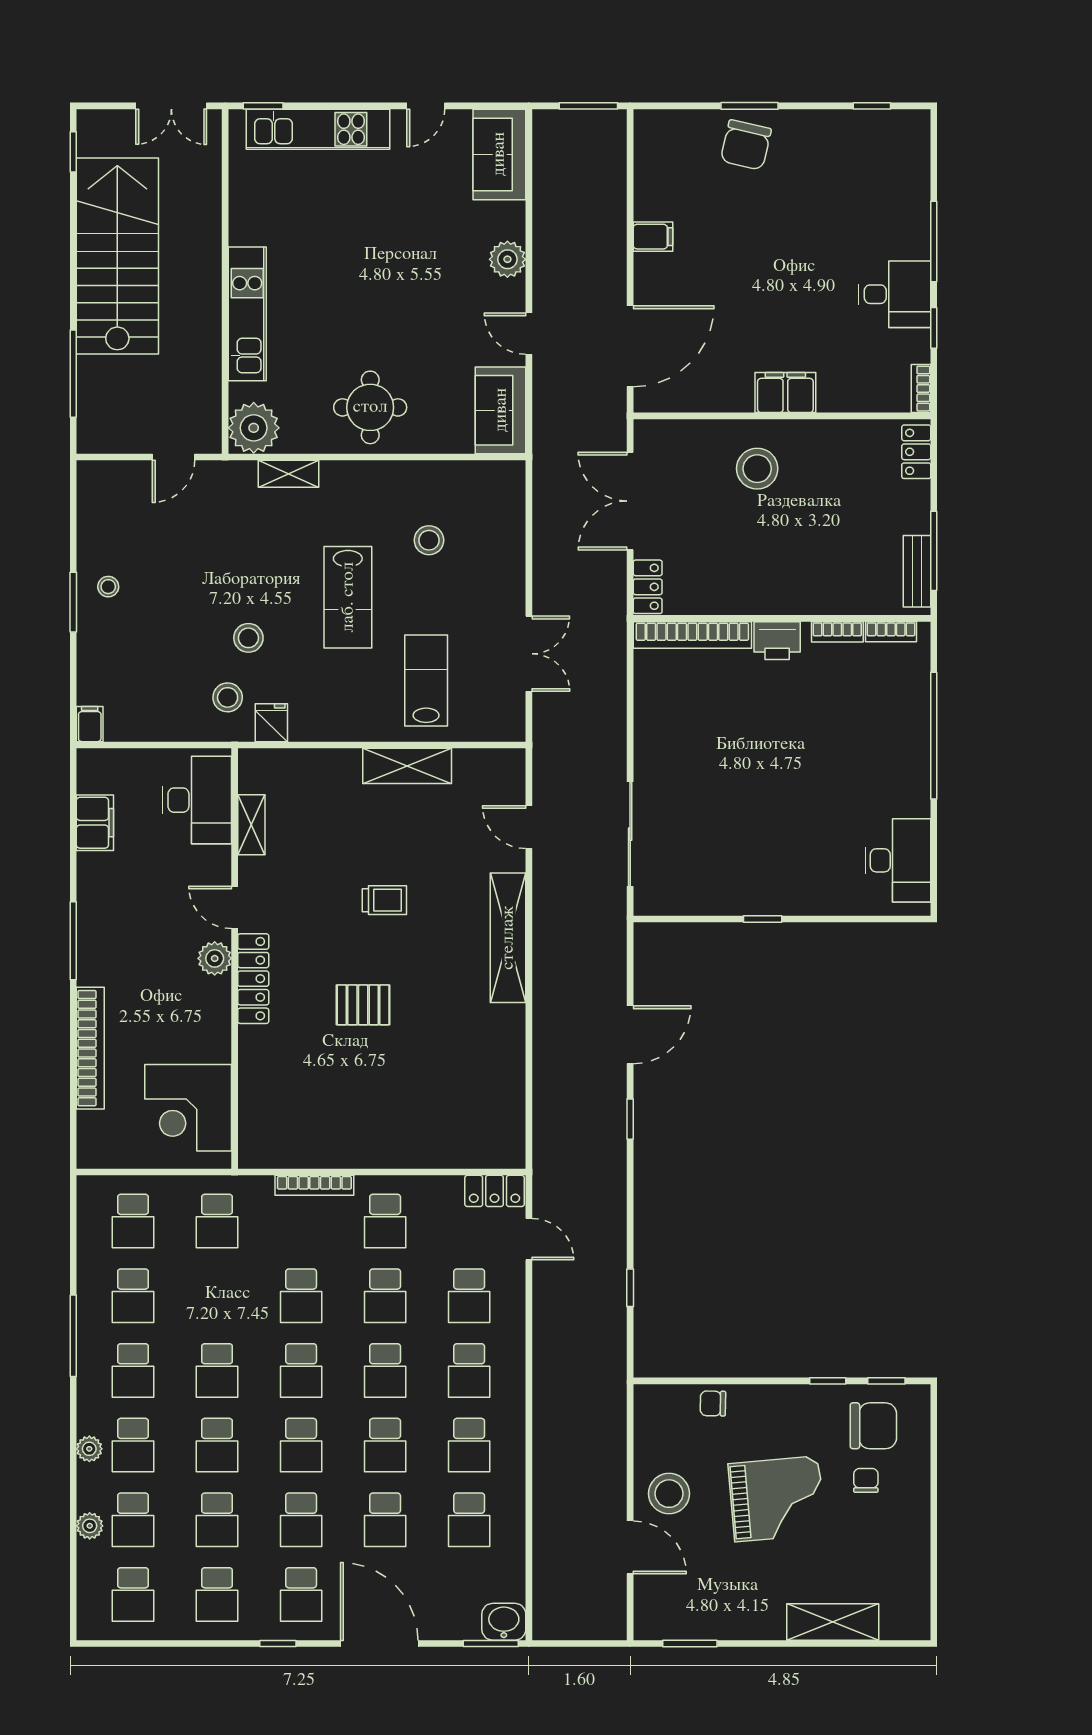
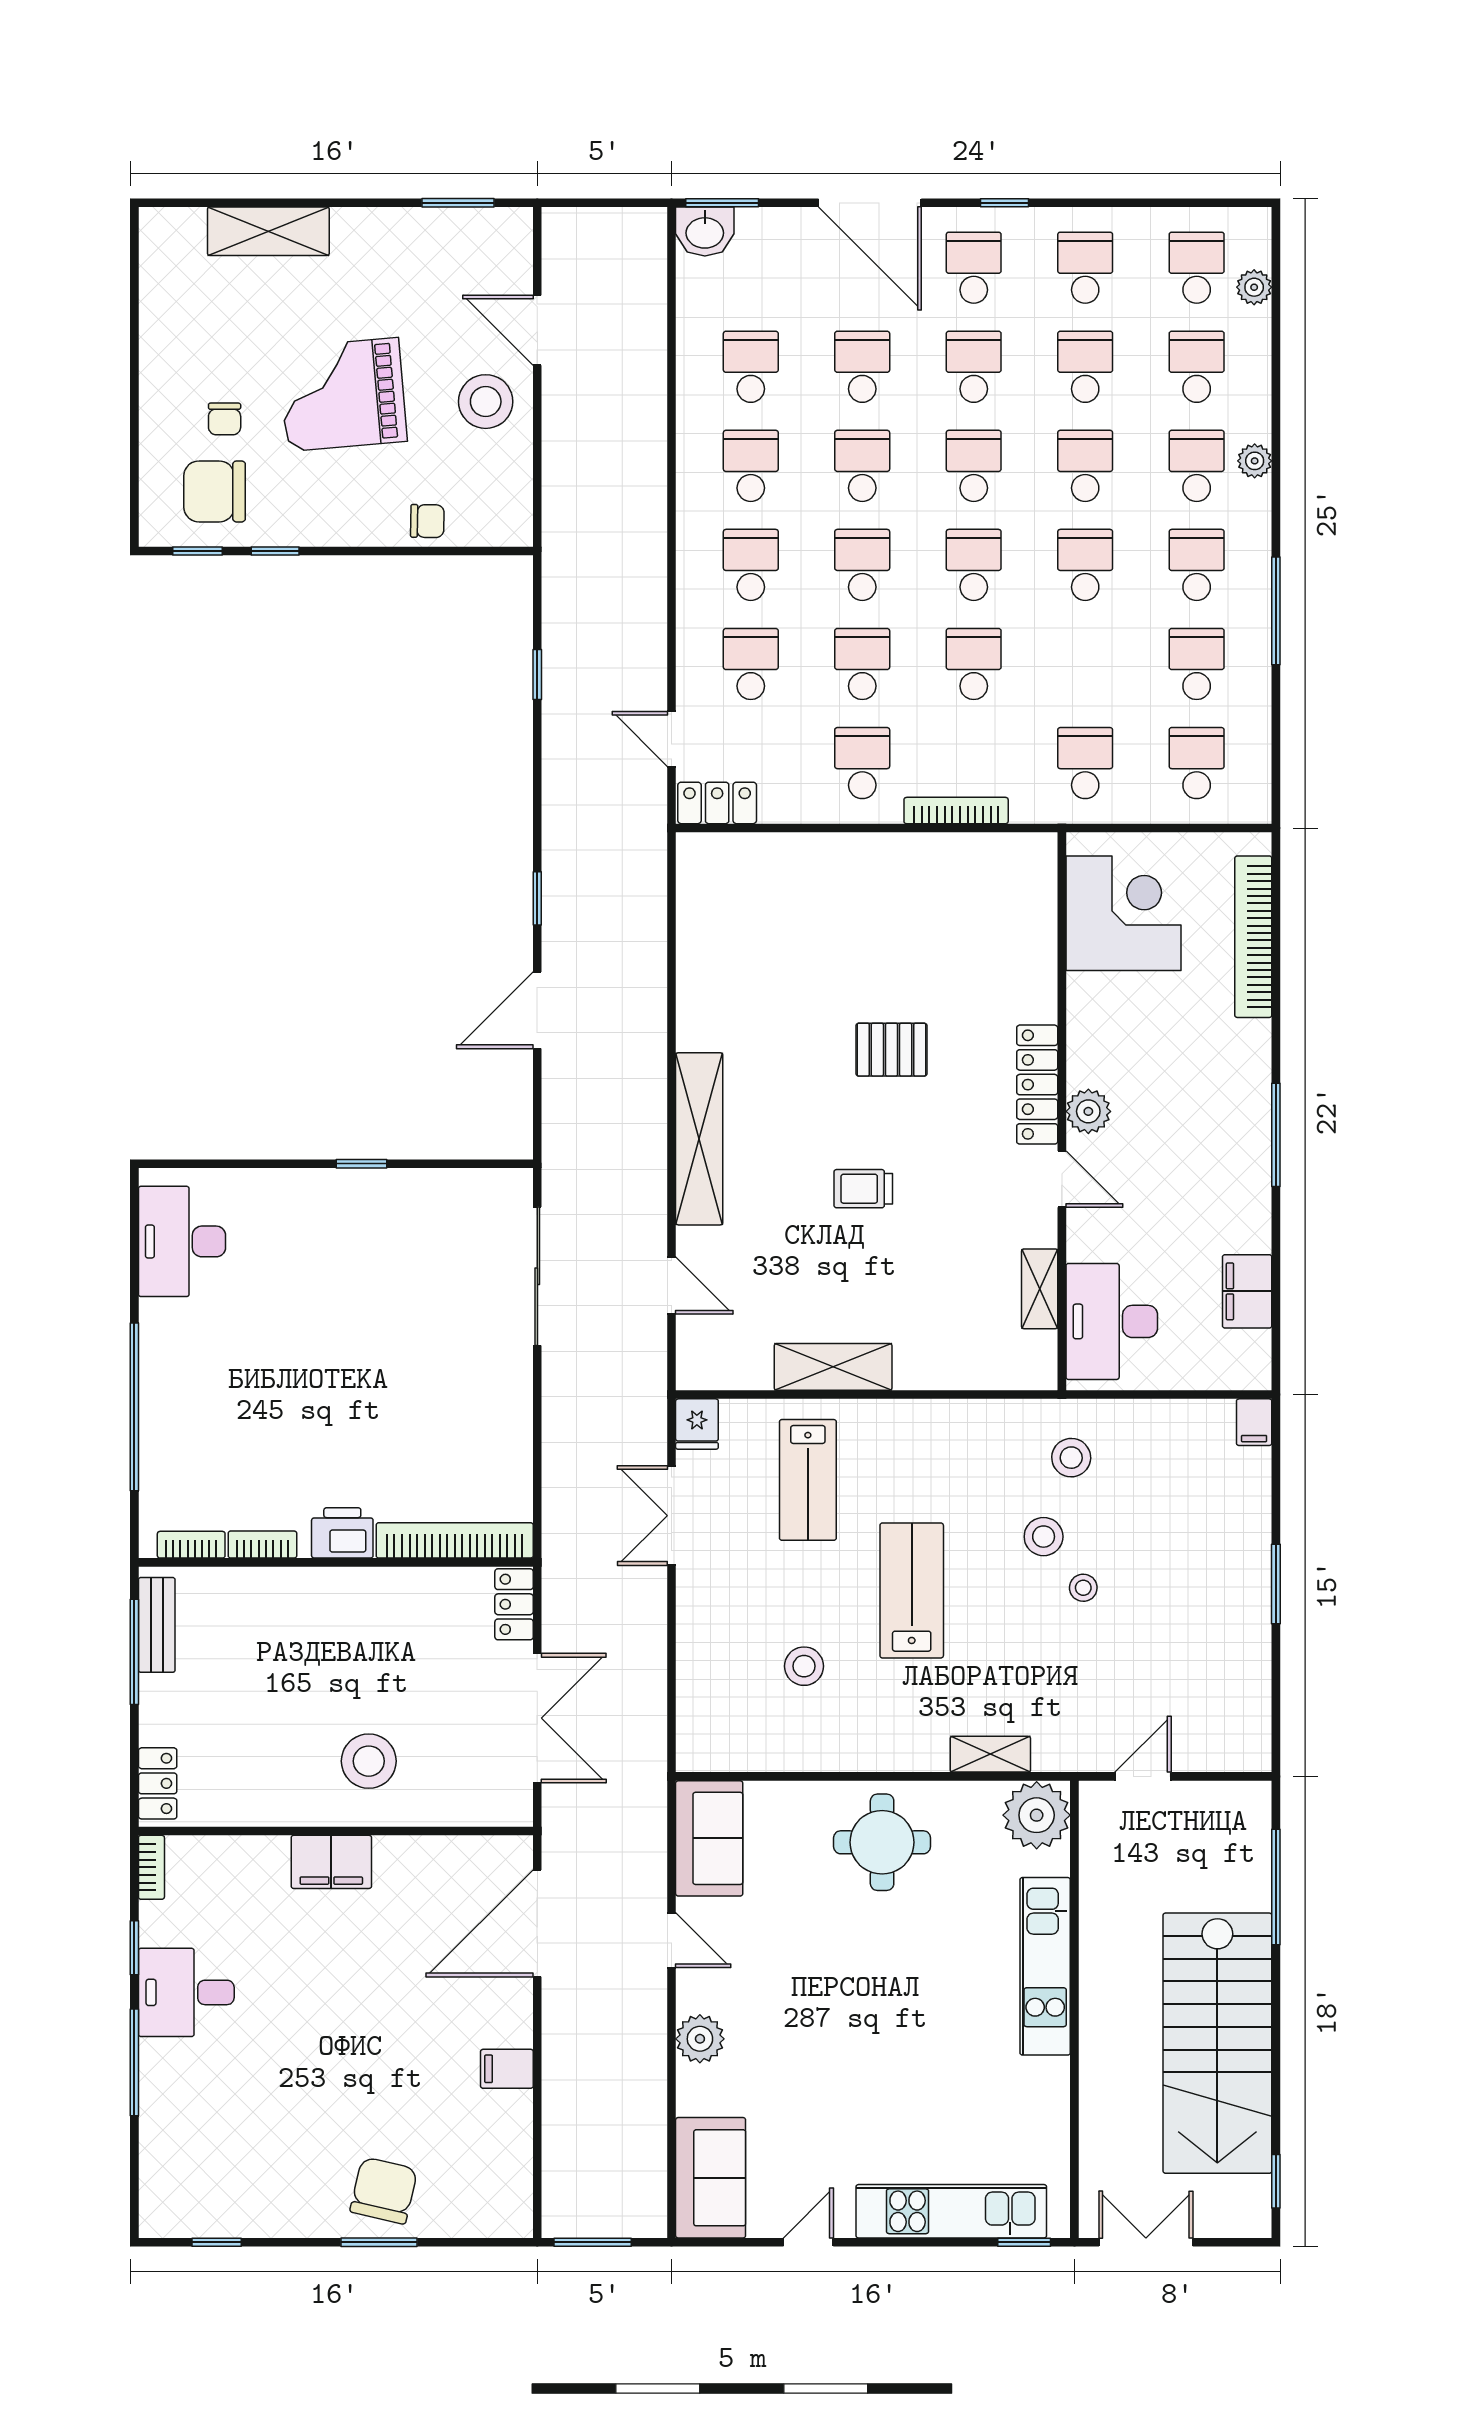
stool: (108, 587) -> (1083, 1588), moved
fridge: (271, 723) -> (697, 1424), moved
bookcase: (90, 1048) -> (1253, 937), moved
plant: (90, 1526) -> (1254, 287), moved

